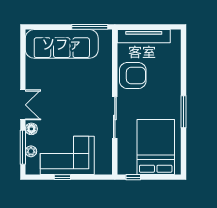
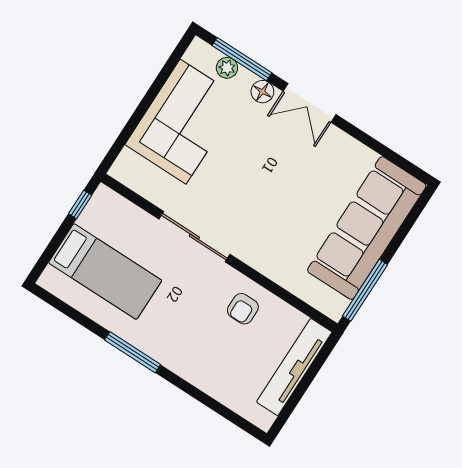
armchair: (133, 76) -> (243, 309), width x0.53, depth x0.53
bed: (156, 147) -> (105, 272), width x0.67
window: (62, 177) -> (153, 91), removed

